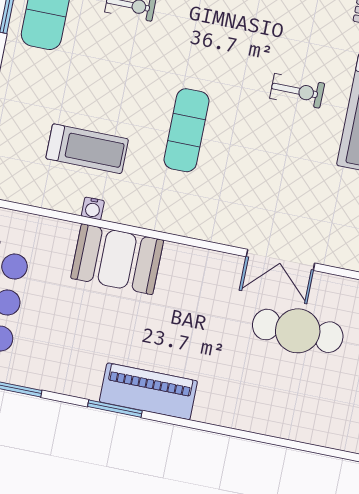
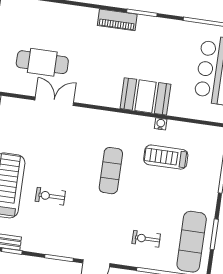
piano: (148, 391) -> (117, 20), width x0.73, depth x0.75

